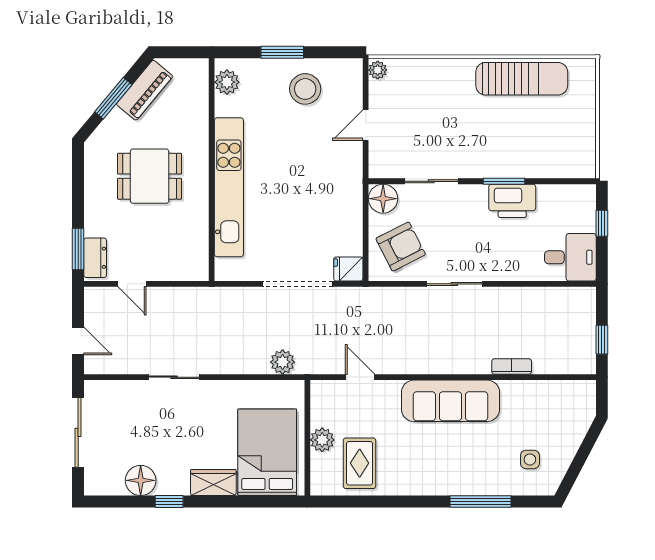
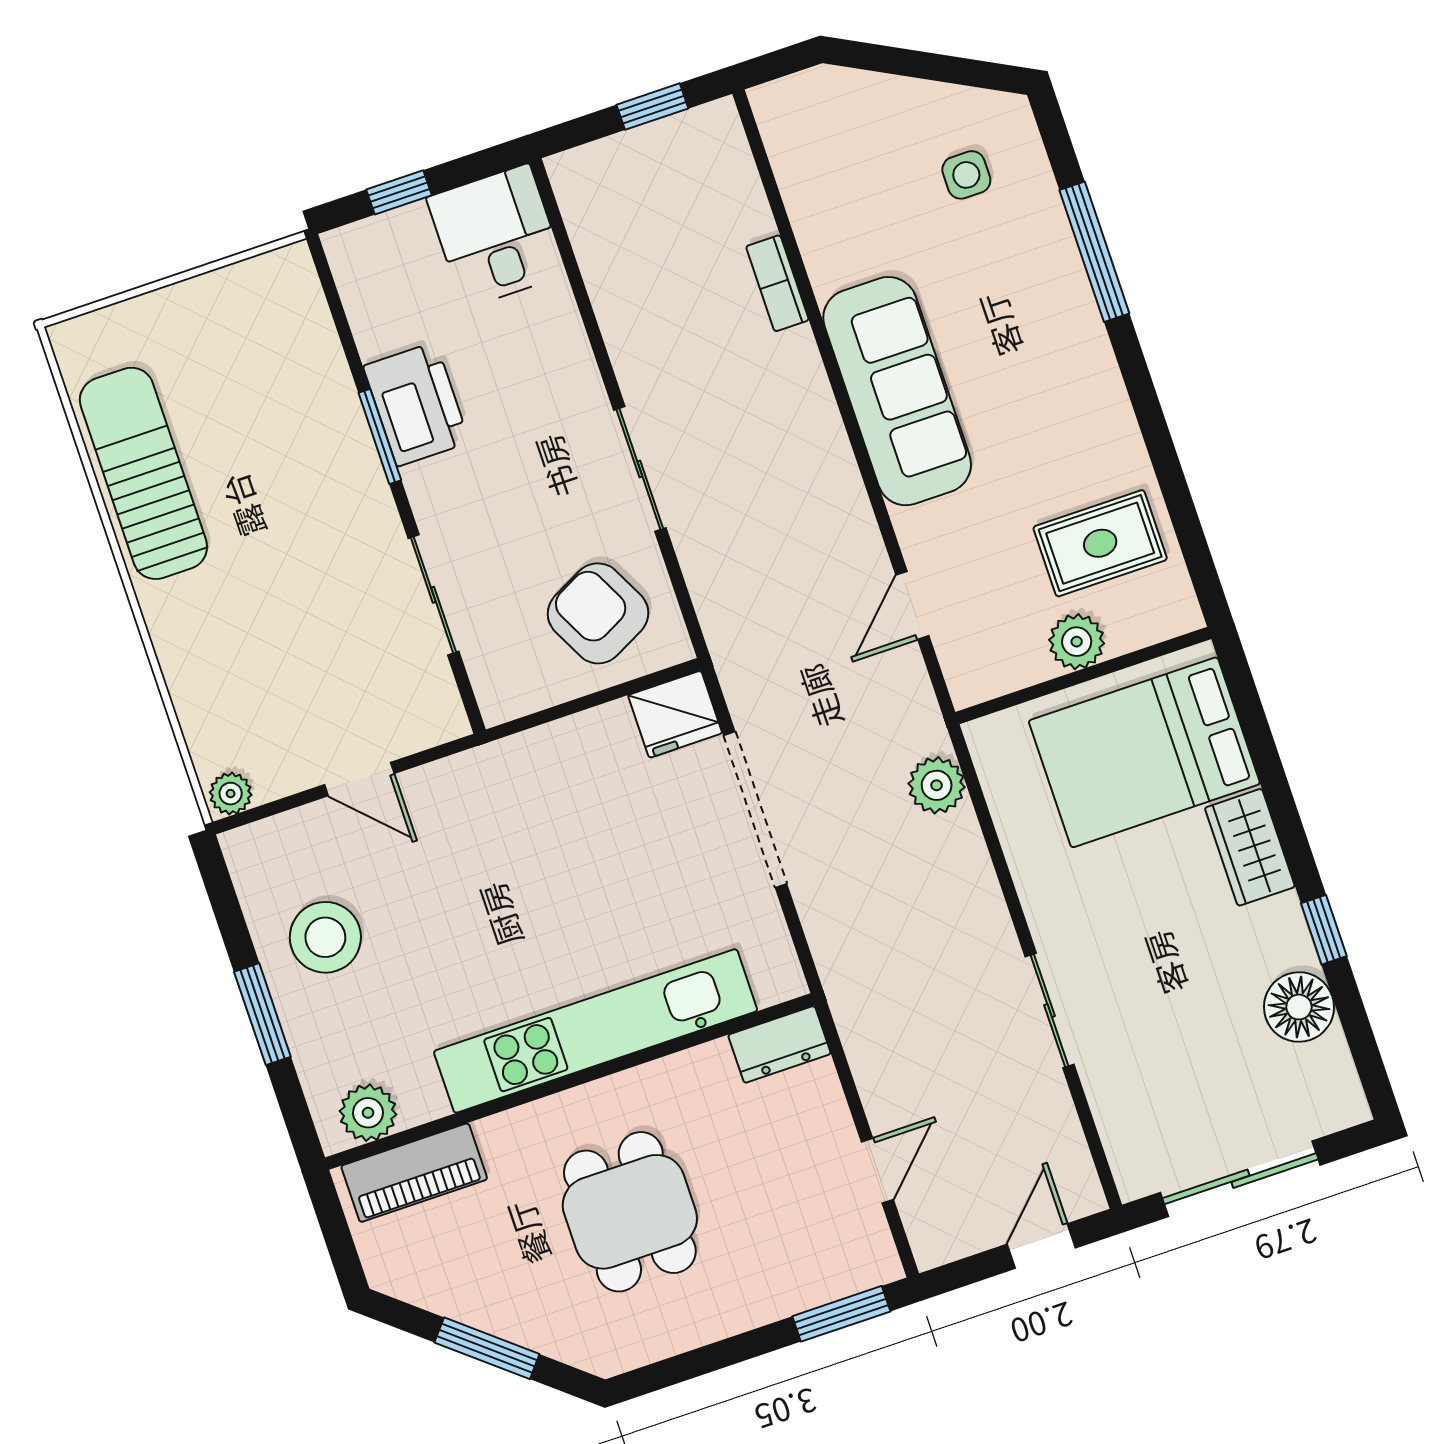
piano: (145, 90) -> (414, 1173), moved, turned 140
floor lamp: (383, 199) -> (507, 687), removed
dresser: (95, 258) -> (779, 1044), moved, turned 180
fridge: (348, 269) -> (675, 714), width x1.38

